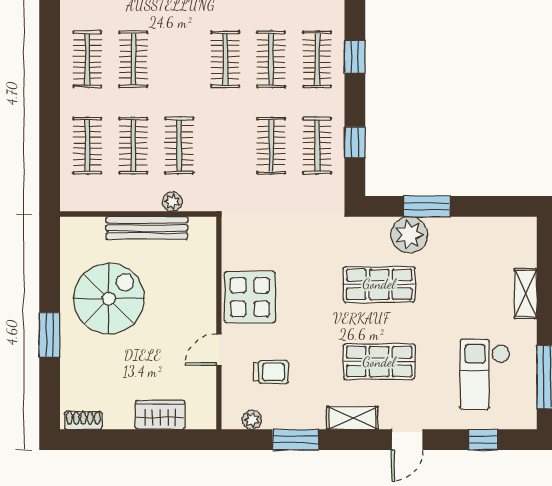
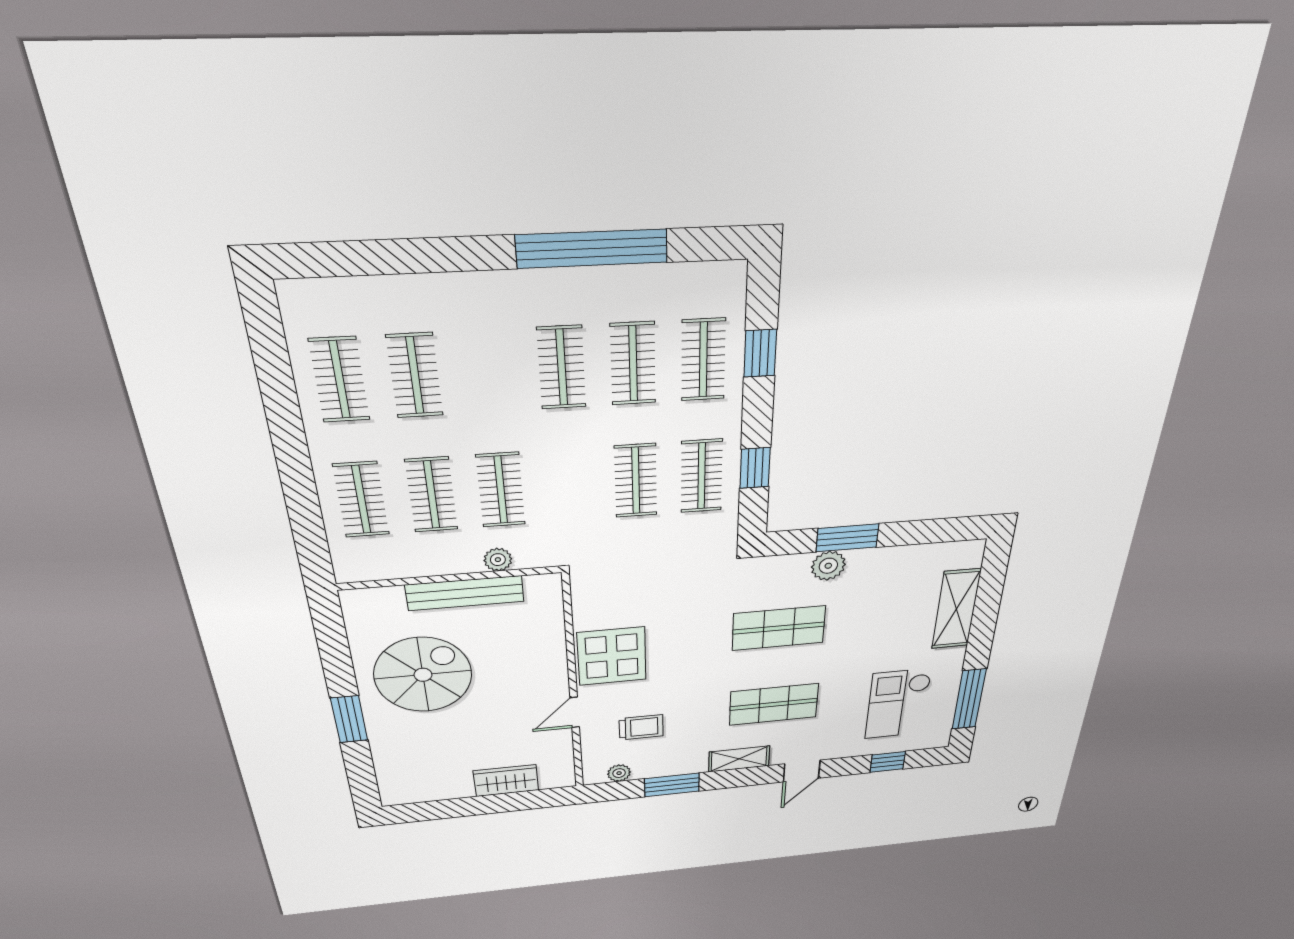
plant: (409, 235) -> (828, 566), width x0.73, depth x0.73
shelving: (526, 294) -> (956, 609), width x1.50, depth x1.33
shoe rack: (83, 420) -> (410, 795), removed

